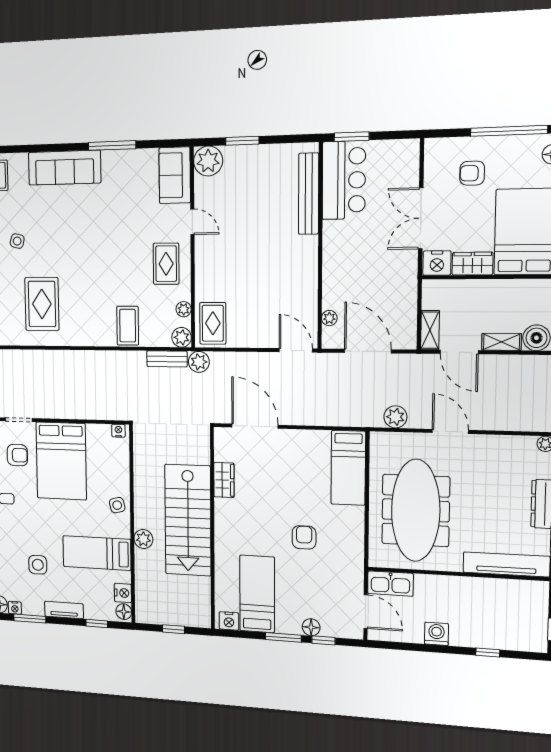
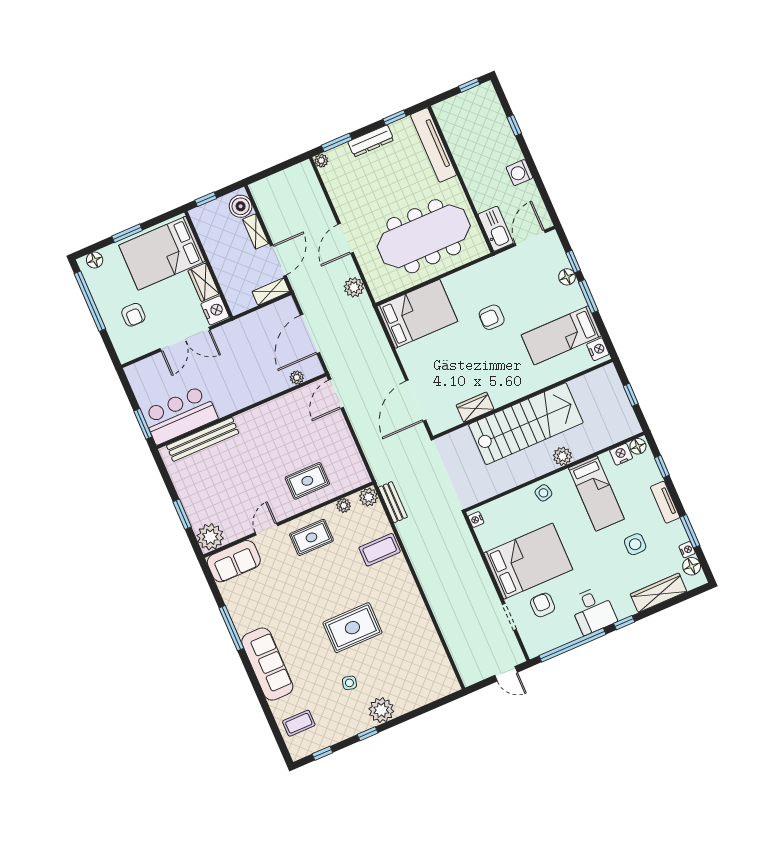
rug: (42, 304) -> (352, 628), moved
rug: (213, 323) -> (307, 481), moved
plant: (199, 362) -> (383, 473), removed
bed: (348, 468) -> (417, 314), width x1.50

